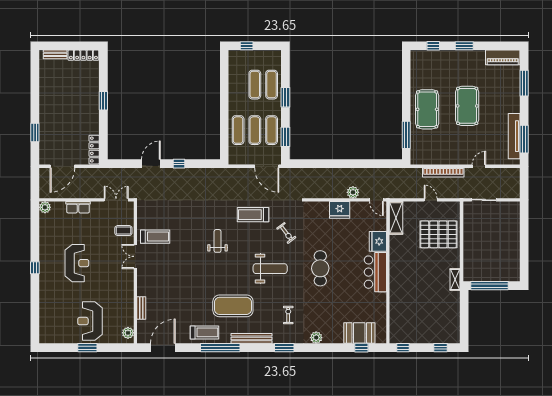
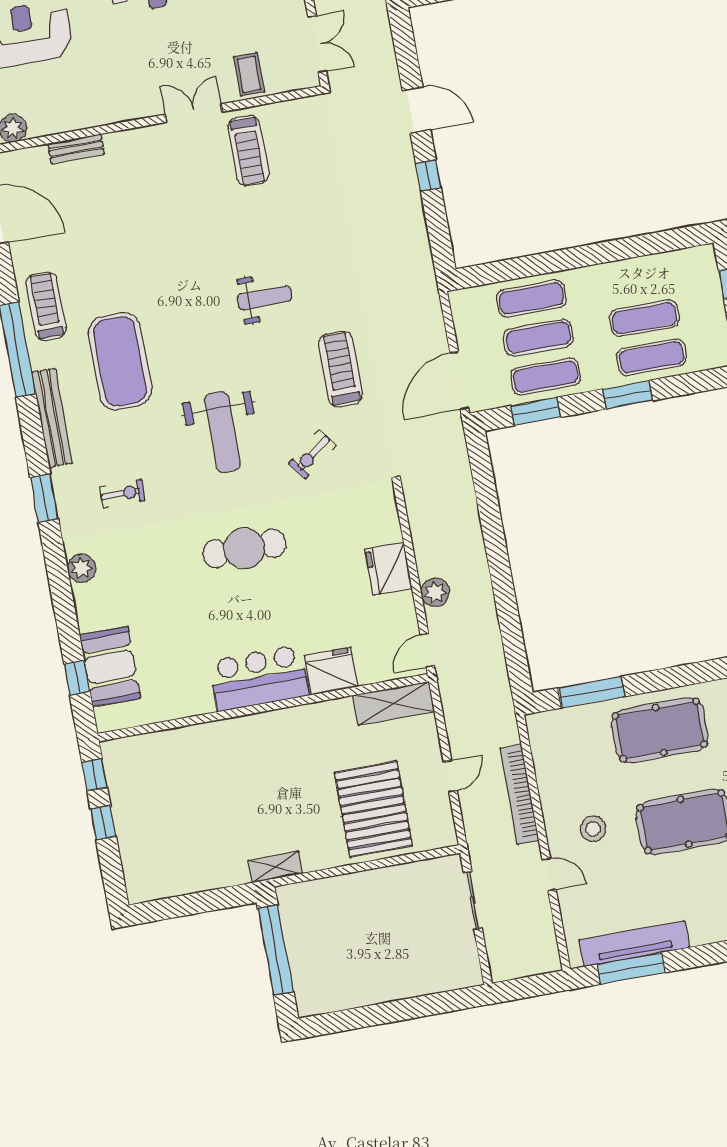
stool: (463, 145) -> (593, 829), added
treadmill: (205, 332) -> (46, 306), turned 180
window: (441, 348) -> (103, 823), moved

